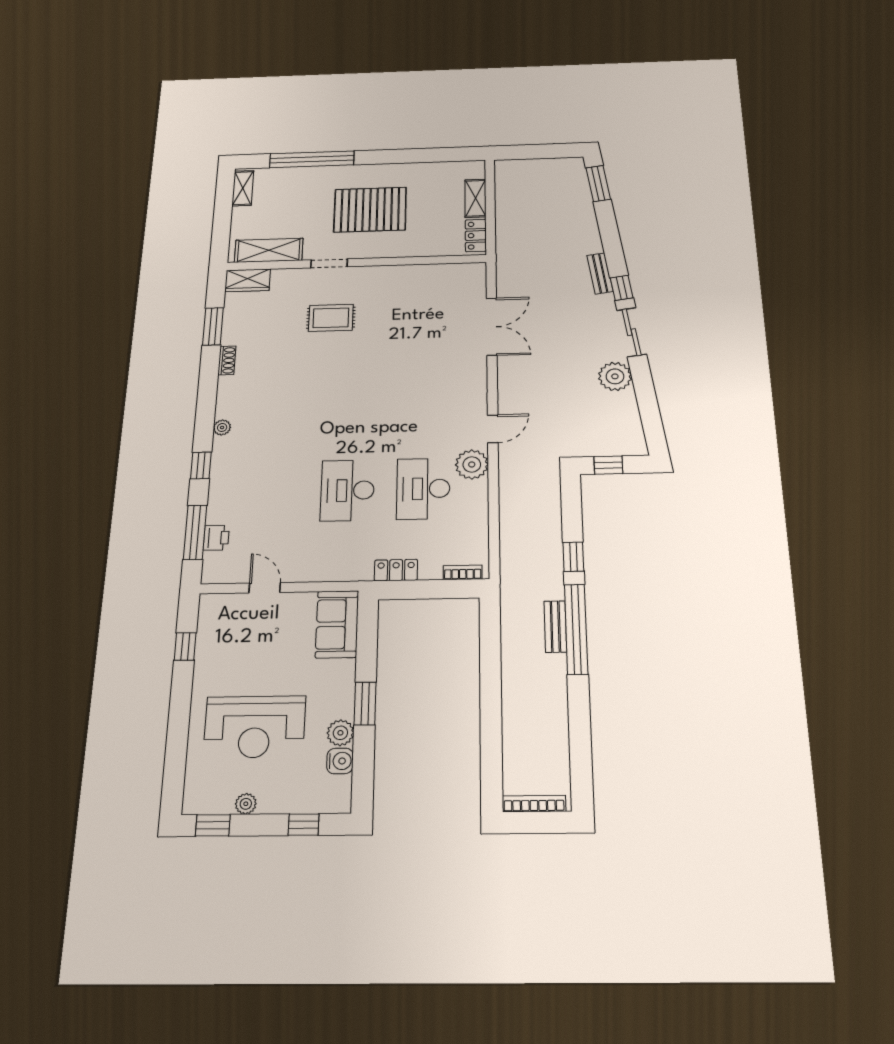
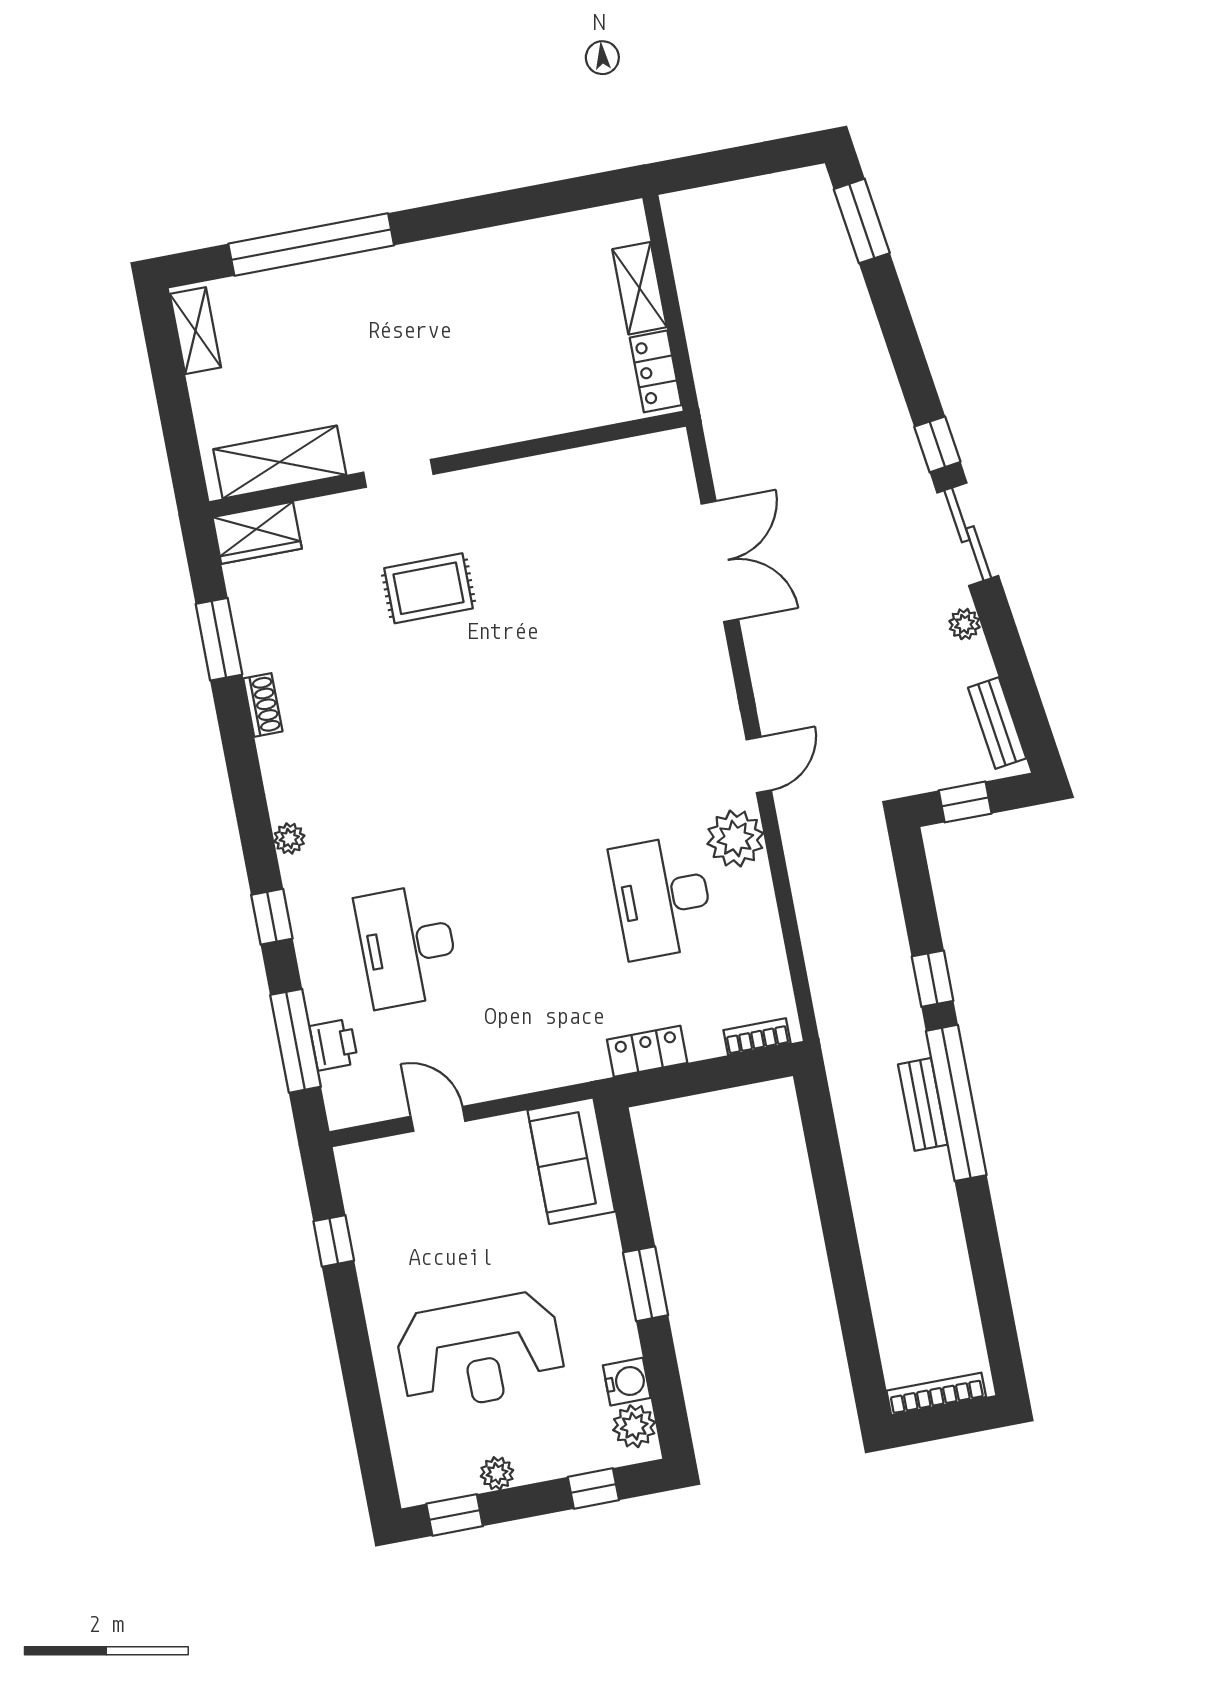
pallet: (370, 210) -> (448, 343), removed
bench: (600, 273) -> (997, 723), moved
plant: (615, 376) -> (965, 624), width x0.53, depth x0.53
desk: (347, 490) -> (407, 946), moved
plant: (340, 733) -> (634, 1426), moved

